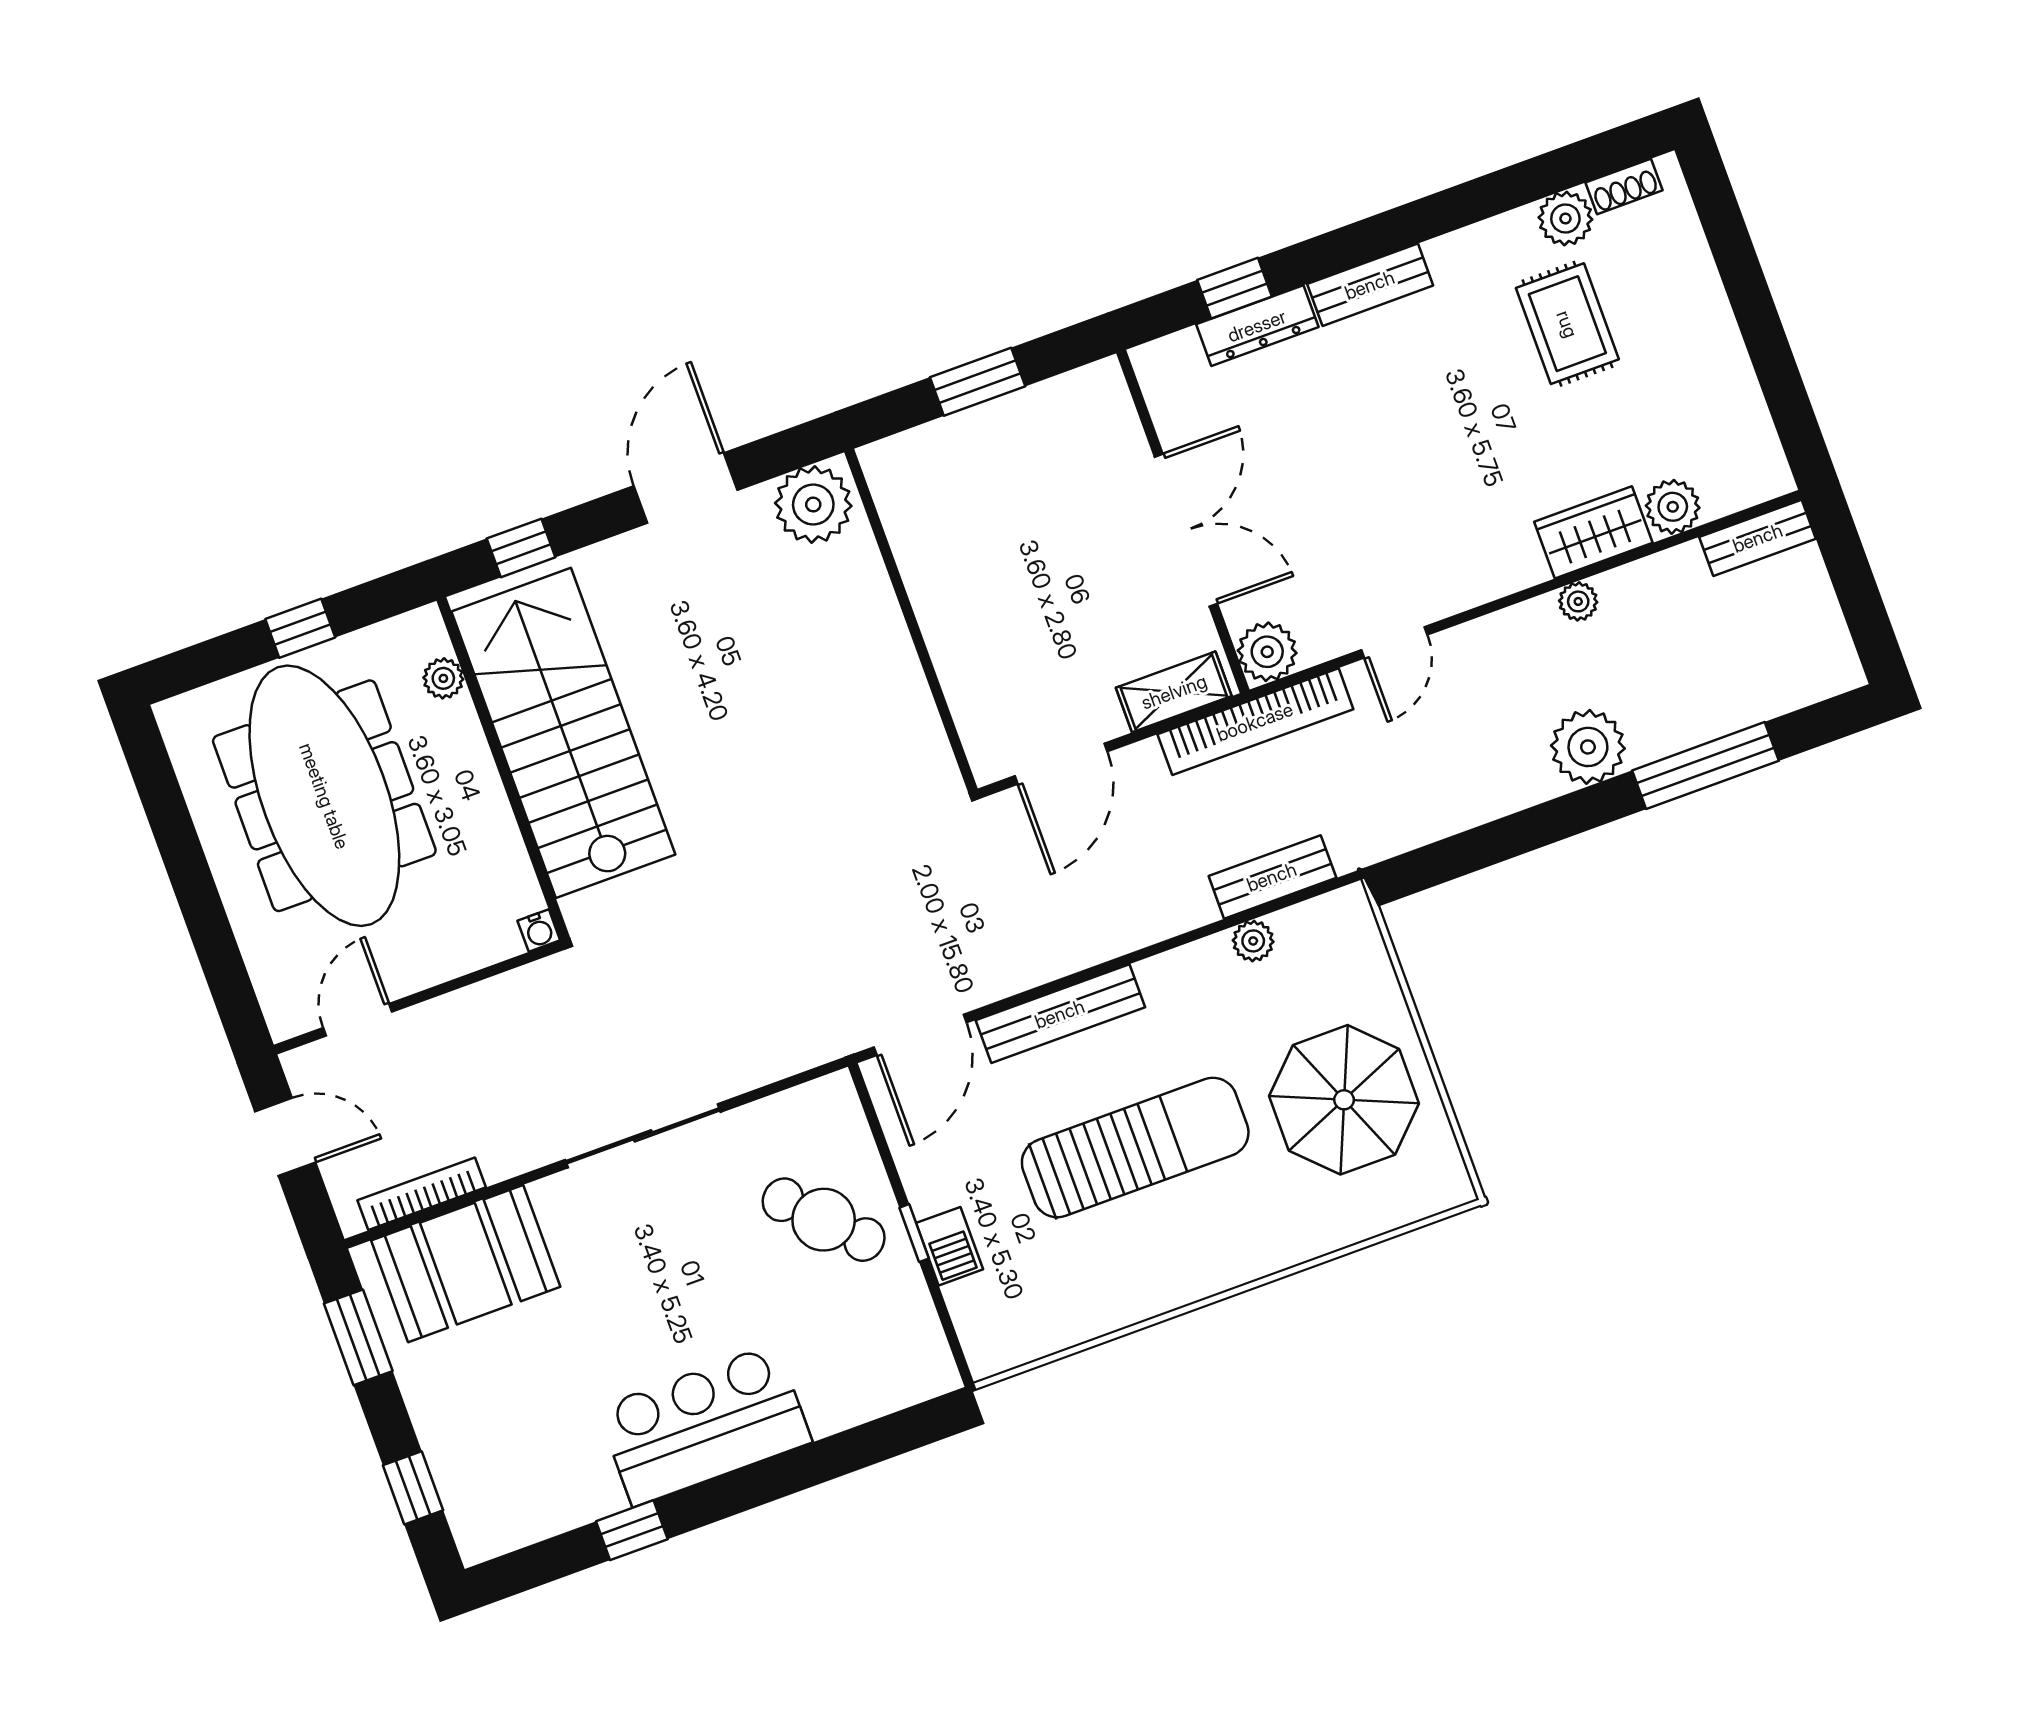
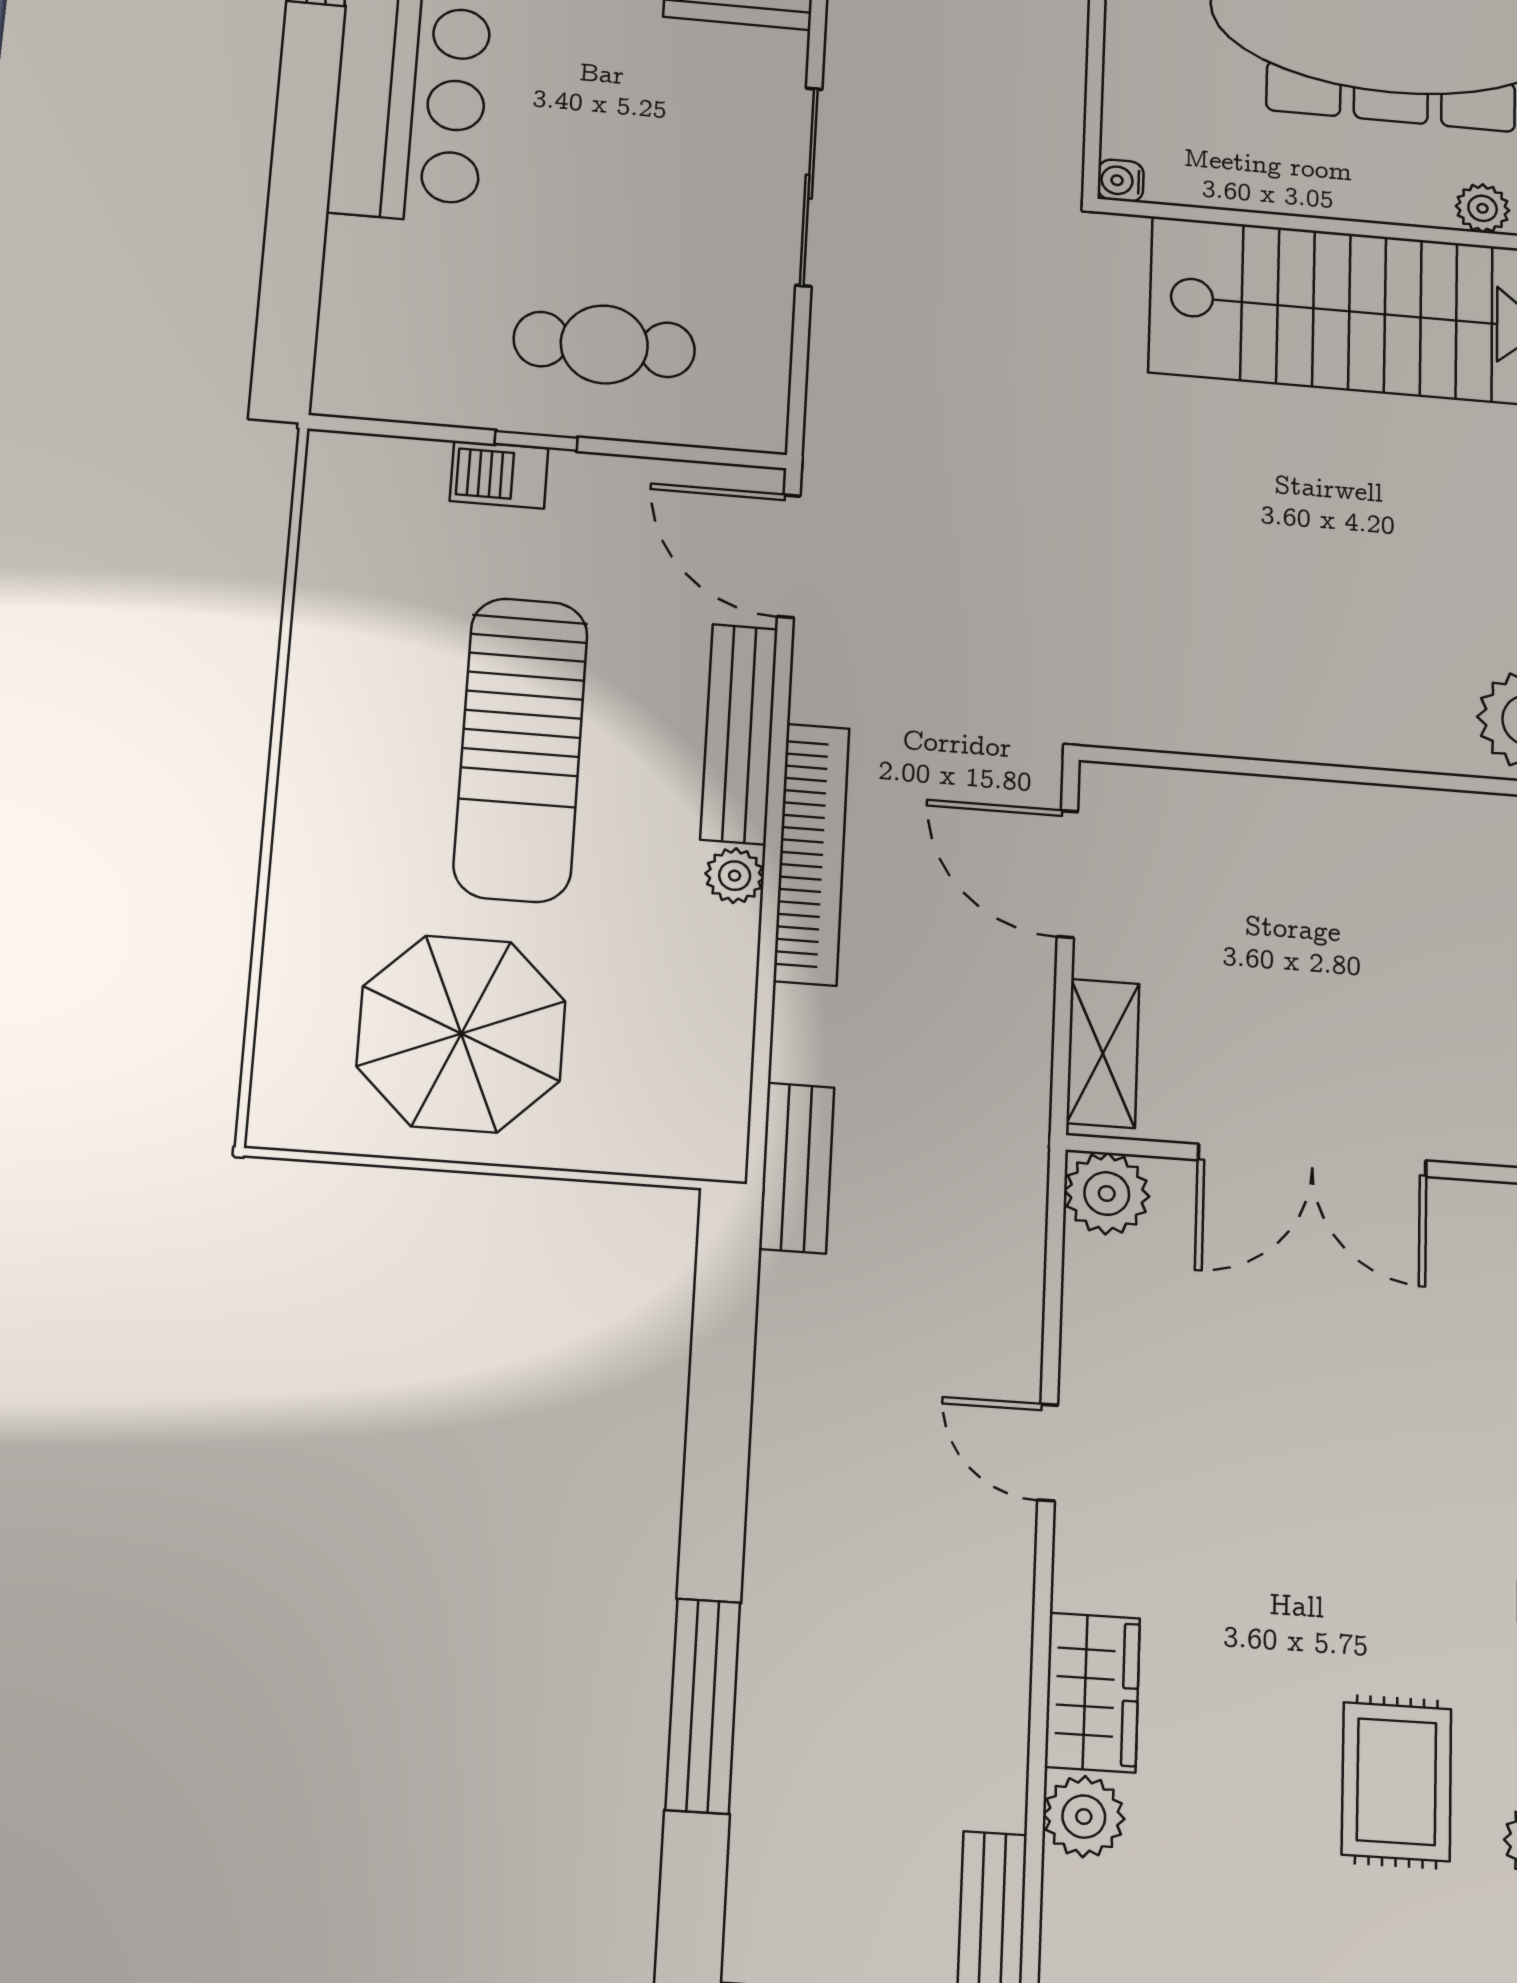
rug: (1567, 324) -> (1397, 1782), turned 90
plant: (1578, 601) -> (1005, 1631), removed
door: (1394, 642) -> (1048, 1452), moved
bookcase: (1255, 722) -> (811, 854), moved, turned 180
plant: (1588, 747) -> (798, 1557), removed
bench: (1272, 877) -> (797, 1168), moved
plant: (1253, 941) -> (735, 876), moved
cafe table: (824, 1220) -> (604, 344), turned 44

